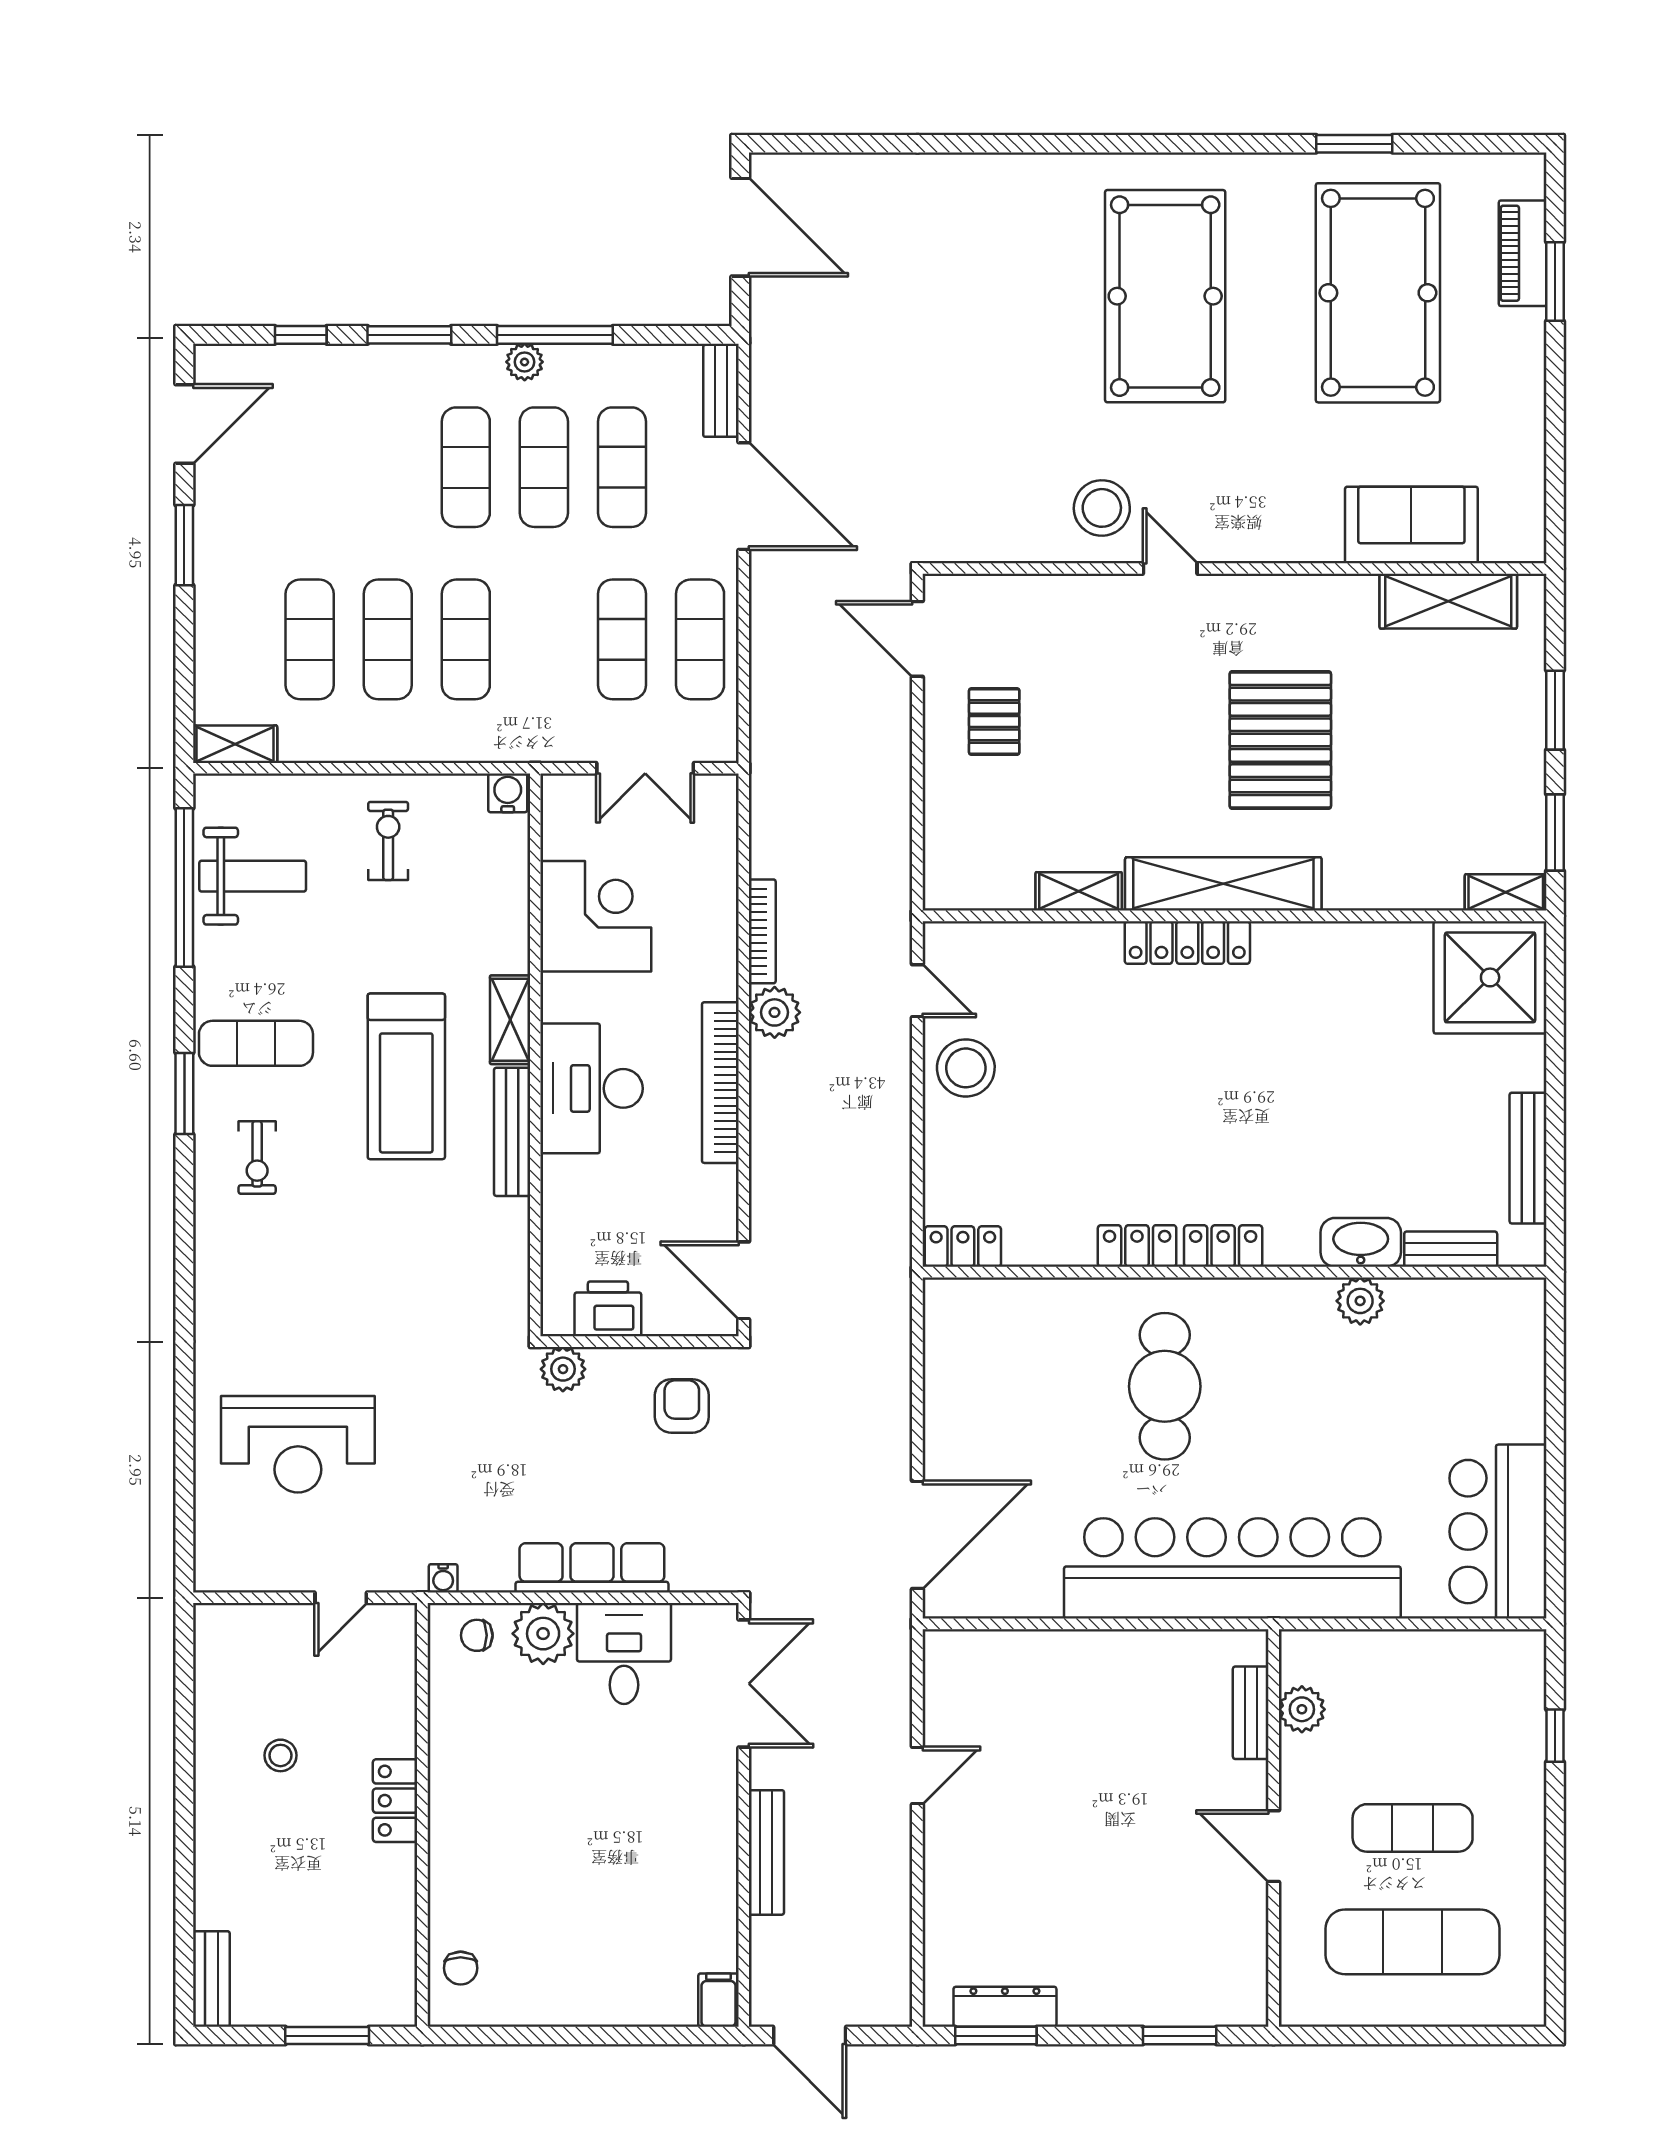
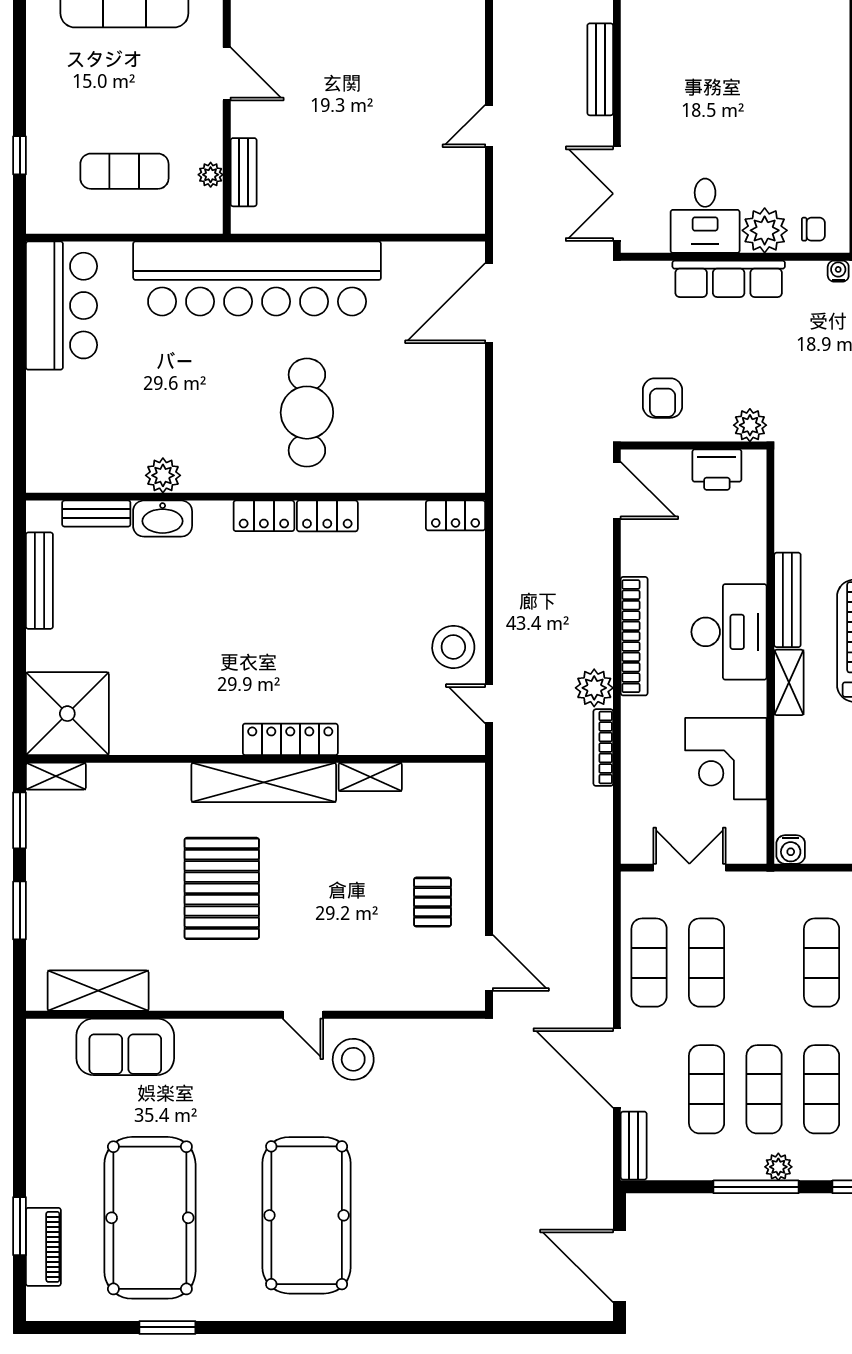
plant: (1302, 1709) -> (211, 175), width x0.73, depth x0.73
exercise mat: (1413, 1828) -> (124, 171), moved

